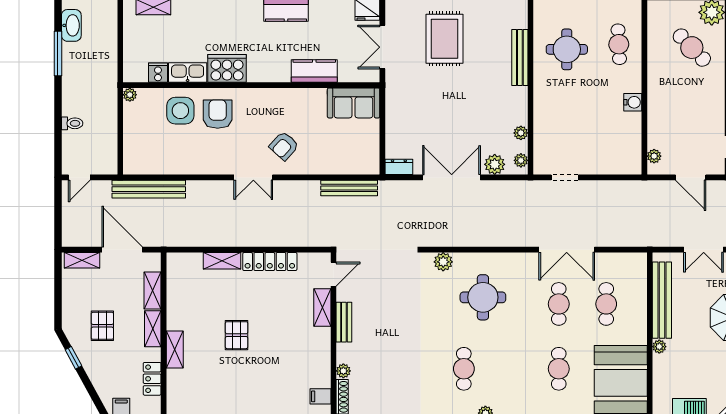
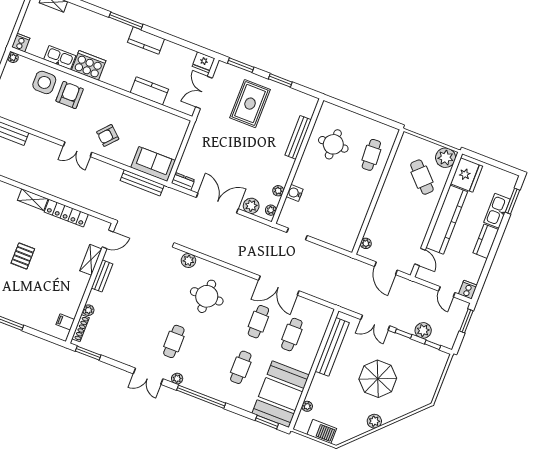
cooker: (158, 73) -> (21, 43), moved
water cooler: (633, 102) -> (295, 193), moved, turned 180
sofa: (354, 103) -> (153, 164), moved, turned 180
plant: (659, 347) -> (307, 406), moved

